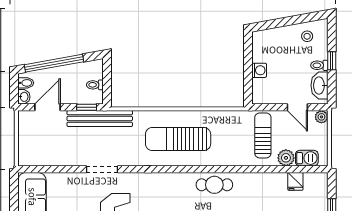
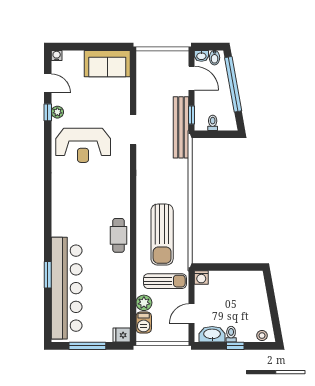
stool: (307, 36) -> (262, 336), moved
washing machine: (259, 70) -> (201, 278), moved
plant: (321, 117) -> (182, 336), removed
sun lounger: (178, 139) -> (162, 235), moved, turned 180
fridge: (295, 181) -> (122, 335), moved

